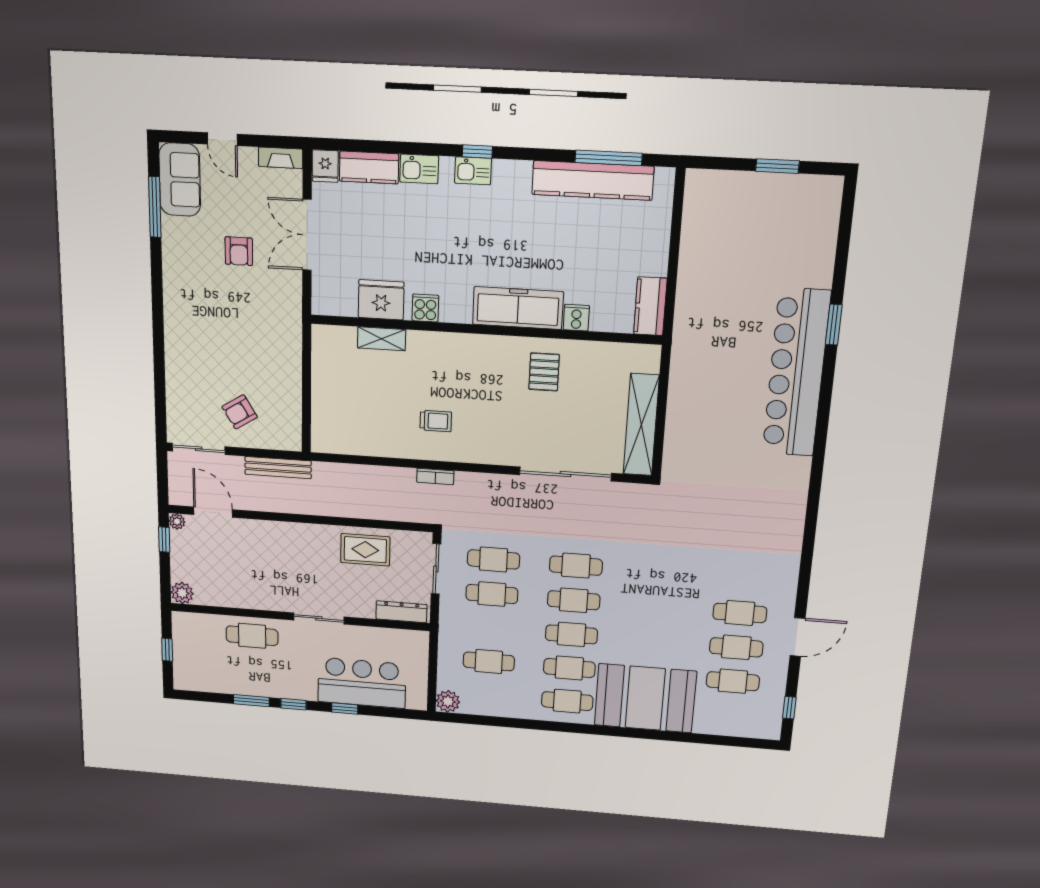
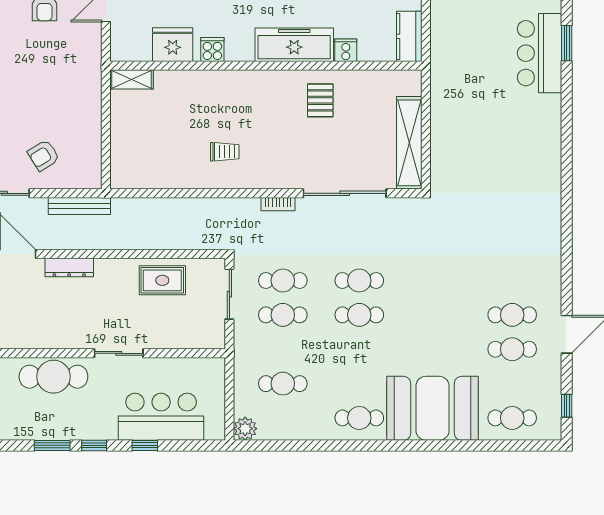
shelving: (382, 339) -> (131, 79), moved
bar counter: (796, 373) -> (540, 53), width x0.54
bookcase: (435, 476) -> (278, 204), moved
dresser: (401, 612) -> (69, 268), moved, turned 180
cafe table: (571, 634) -> (359, 349), removed
cafe table: (252, 636) -> (53, 377), width x1.37, depth x1.35
cafe table: (569, 668) -> (359, 384), removed
cafe table: (733, 681) -> (512, 418), moved

